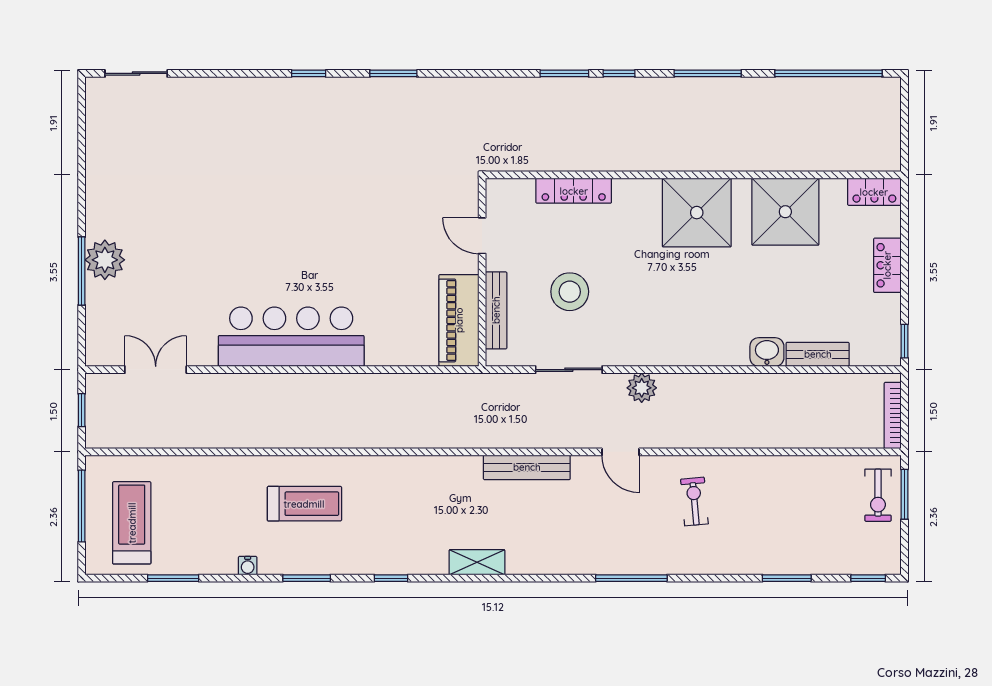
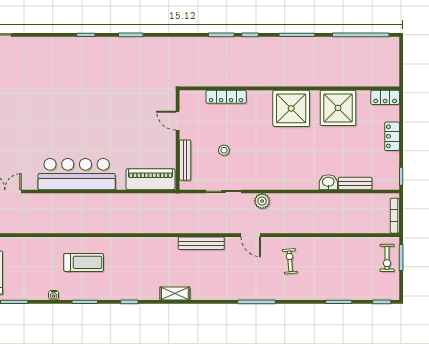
stool: (570, 292) -> (224, 150), width x0.53, depth x0.53
piano: (459, 320) -> (150, 179), moved, turned 90

